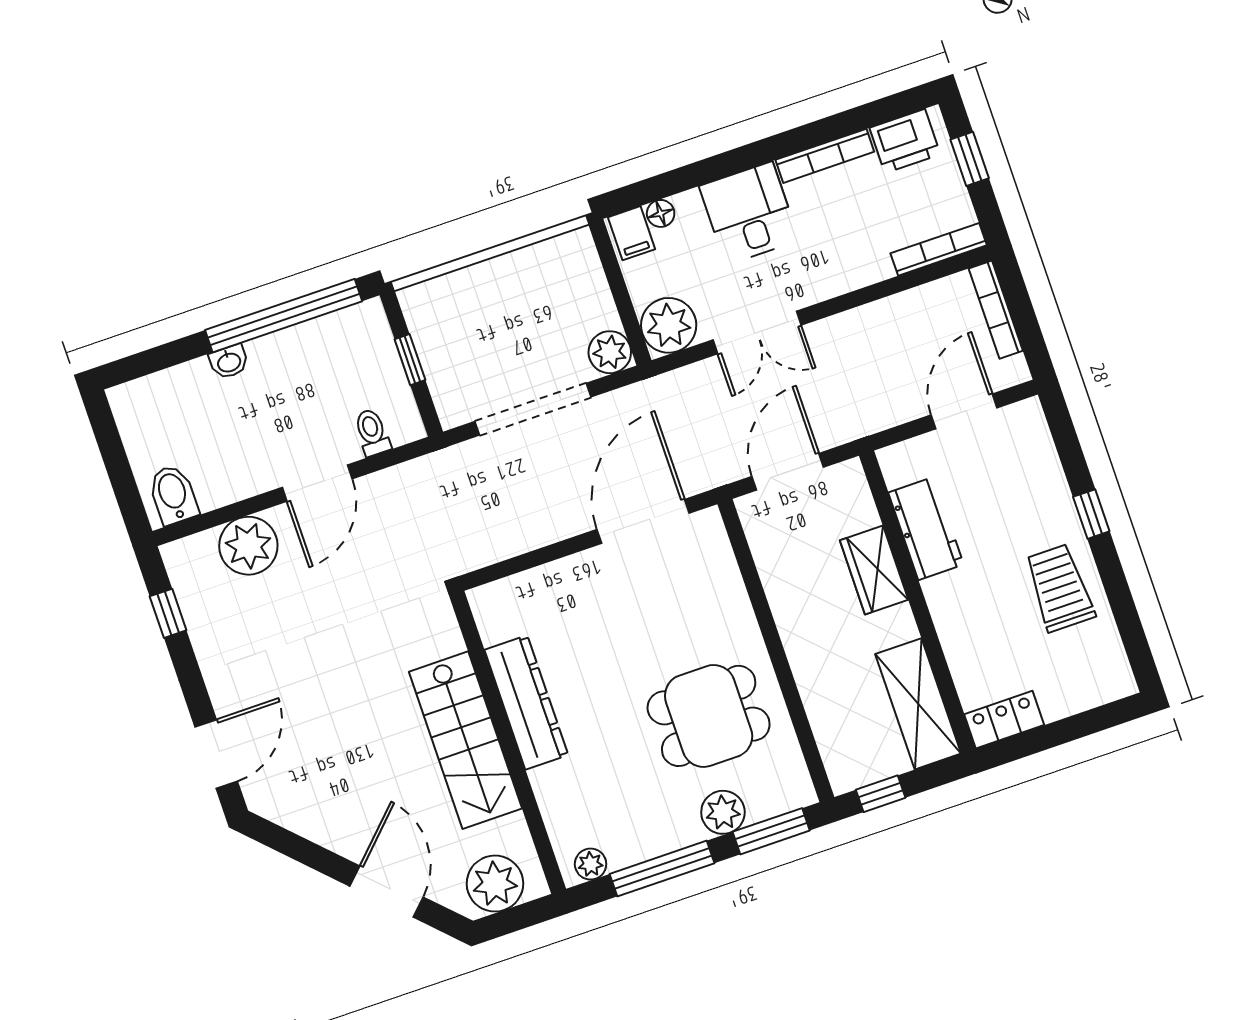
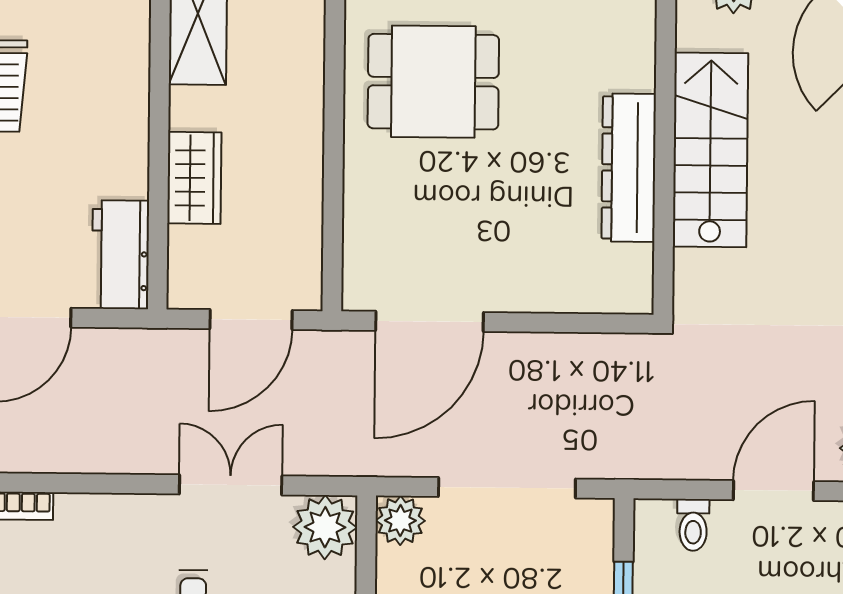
workbench: (926, 529) -> (120, 255), moved

